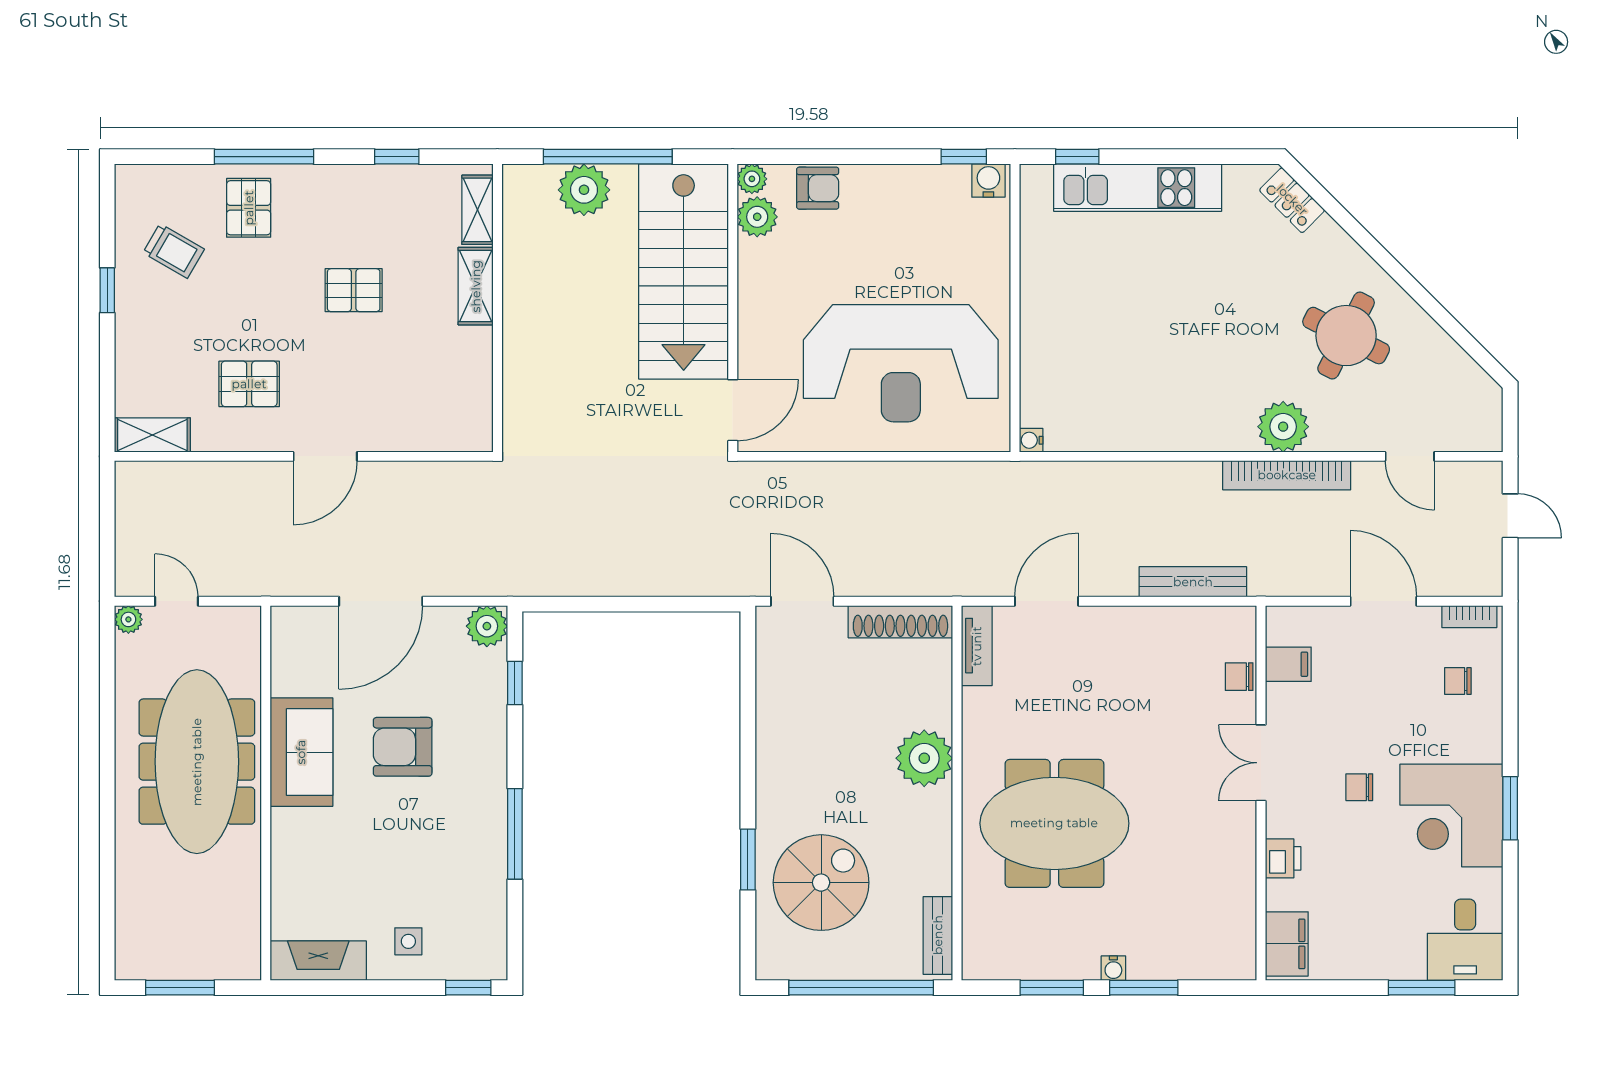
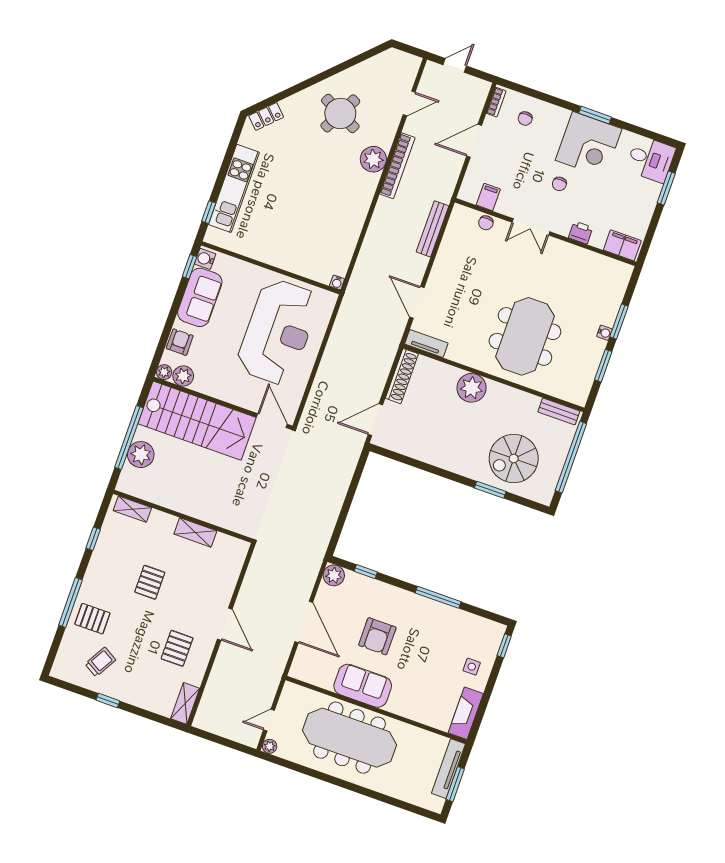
sofa: (914, 196) -> (200, 297), added
shelving: (476, 286) -> (195, 532), moved
spiral stairs: (821, 883) -> (514, 459), turned -90
tv unit: (204, 965) -> (448, 769), added

